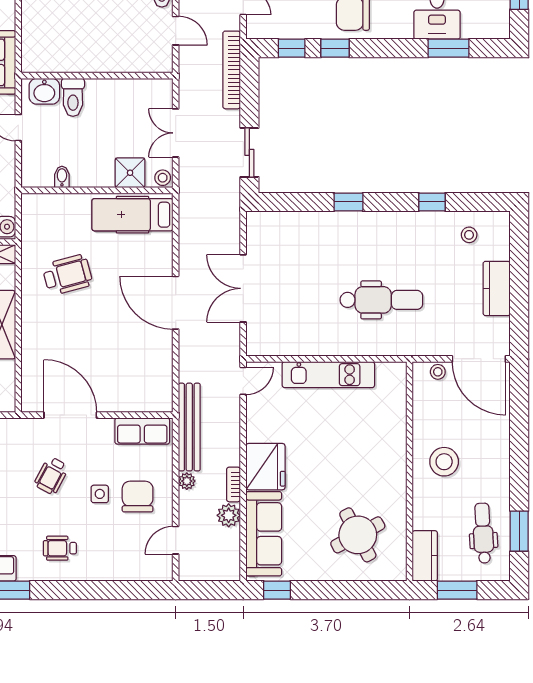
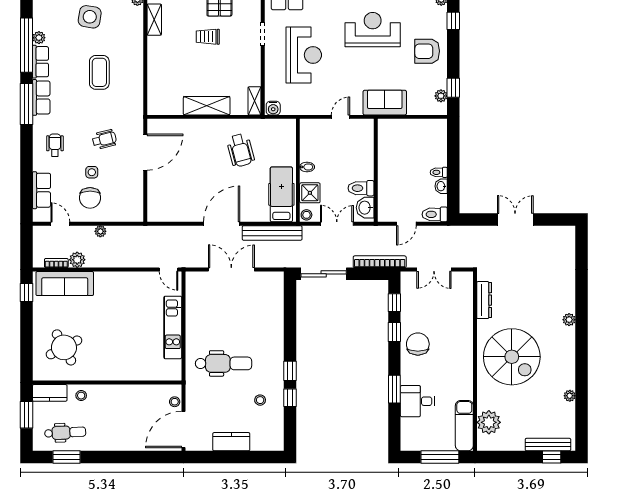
window: (448, 48) -> (394, 389), moved
washbasin: (44, 91) -> (365, 208), moved
toilet: (73, 97) -> (361, 188), moved
sliding door: (249, 152) -> (324, 274), width x1.37
bidet: (62, 177) -> (307, 167), moved
window: (348, 202) -> (290, 371), moved
stool: (469, 235) -> (260, 400), moved
dental chair: (381, 300) -> (224, 363), turned -90
bench: (189, 427) -> (272, 233), moved
row of seats: (142, 431) -> (42, 190), moved, turned 180
stool: (444, 462) -> (81, 396), moved, width x0.53, depth x0.53
fridge: (265, 467) -> (110, 285), removed
wheelchair: (51, 476) -> (104, 139), turned 138
bookcase: (233, 484) -> (56, 263), moved
chair: (138, 497) -> (90, 198), turned 90

